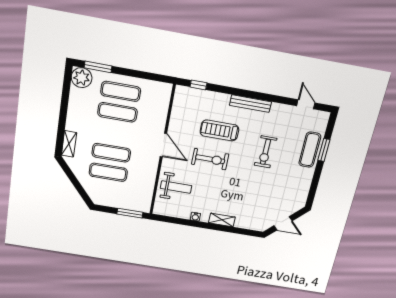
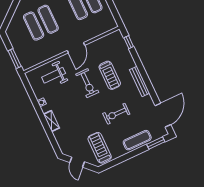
door: (306, 104) -> (163, 115), width x1.87
treadmill: (219, 130) -> (110, 75), turned 180
window: (324, 150) -> (156, 143), moved
weight bench: (176, 187) -> (54, 75), turned 90
treadmill: (287, 192) -> (100, 148), added

